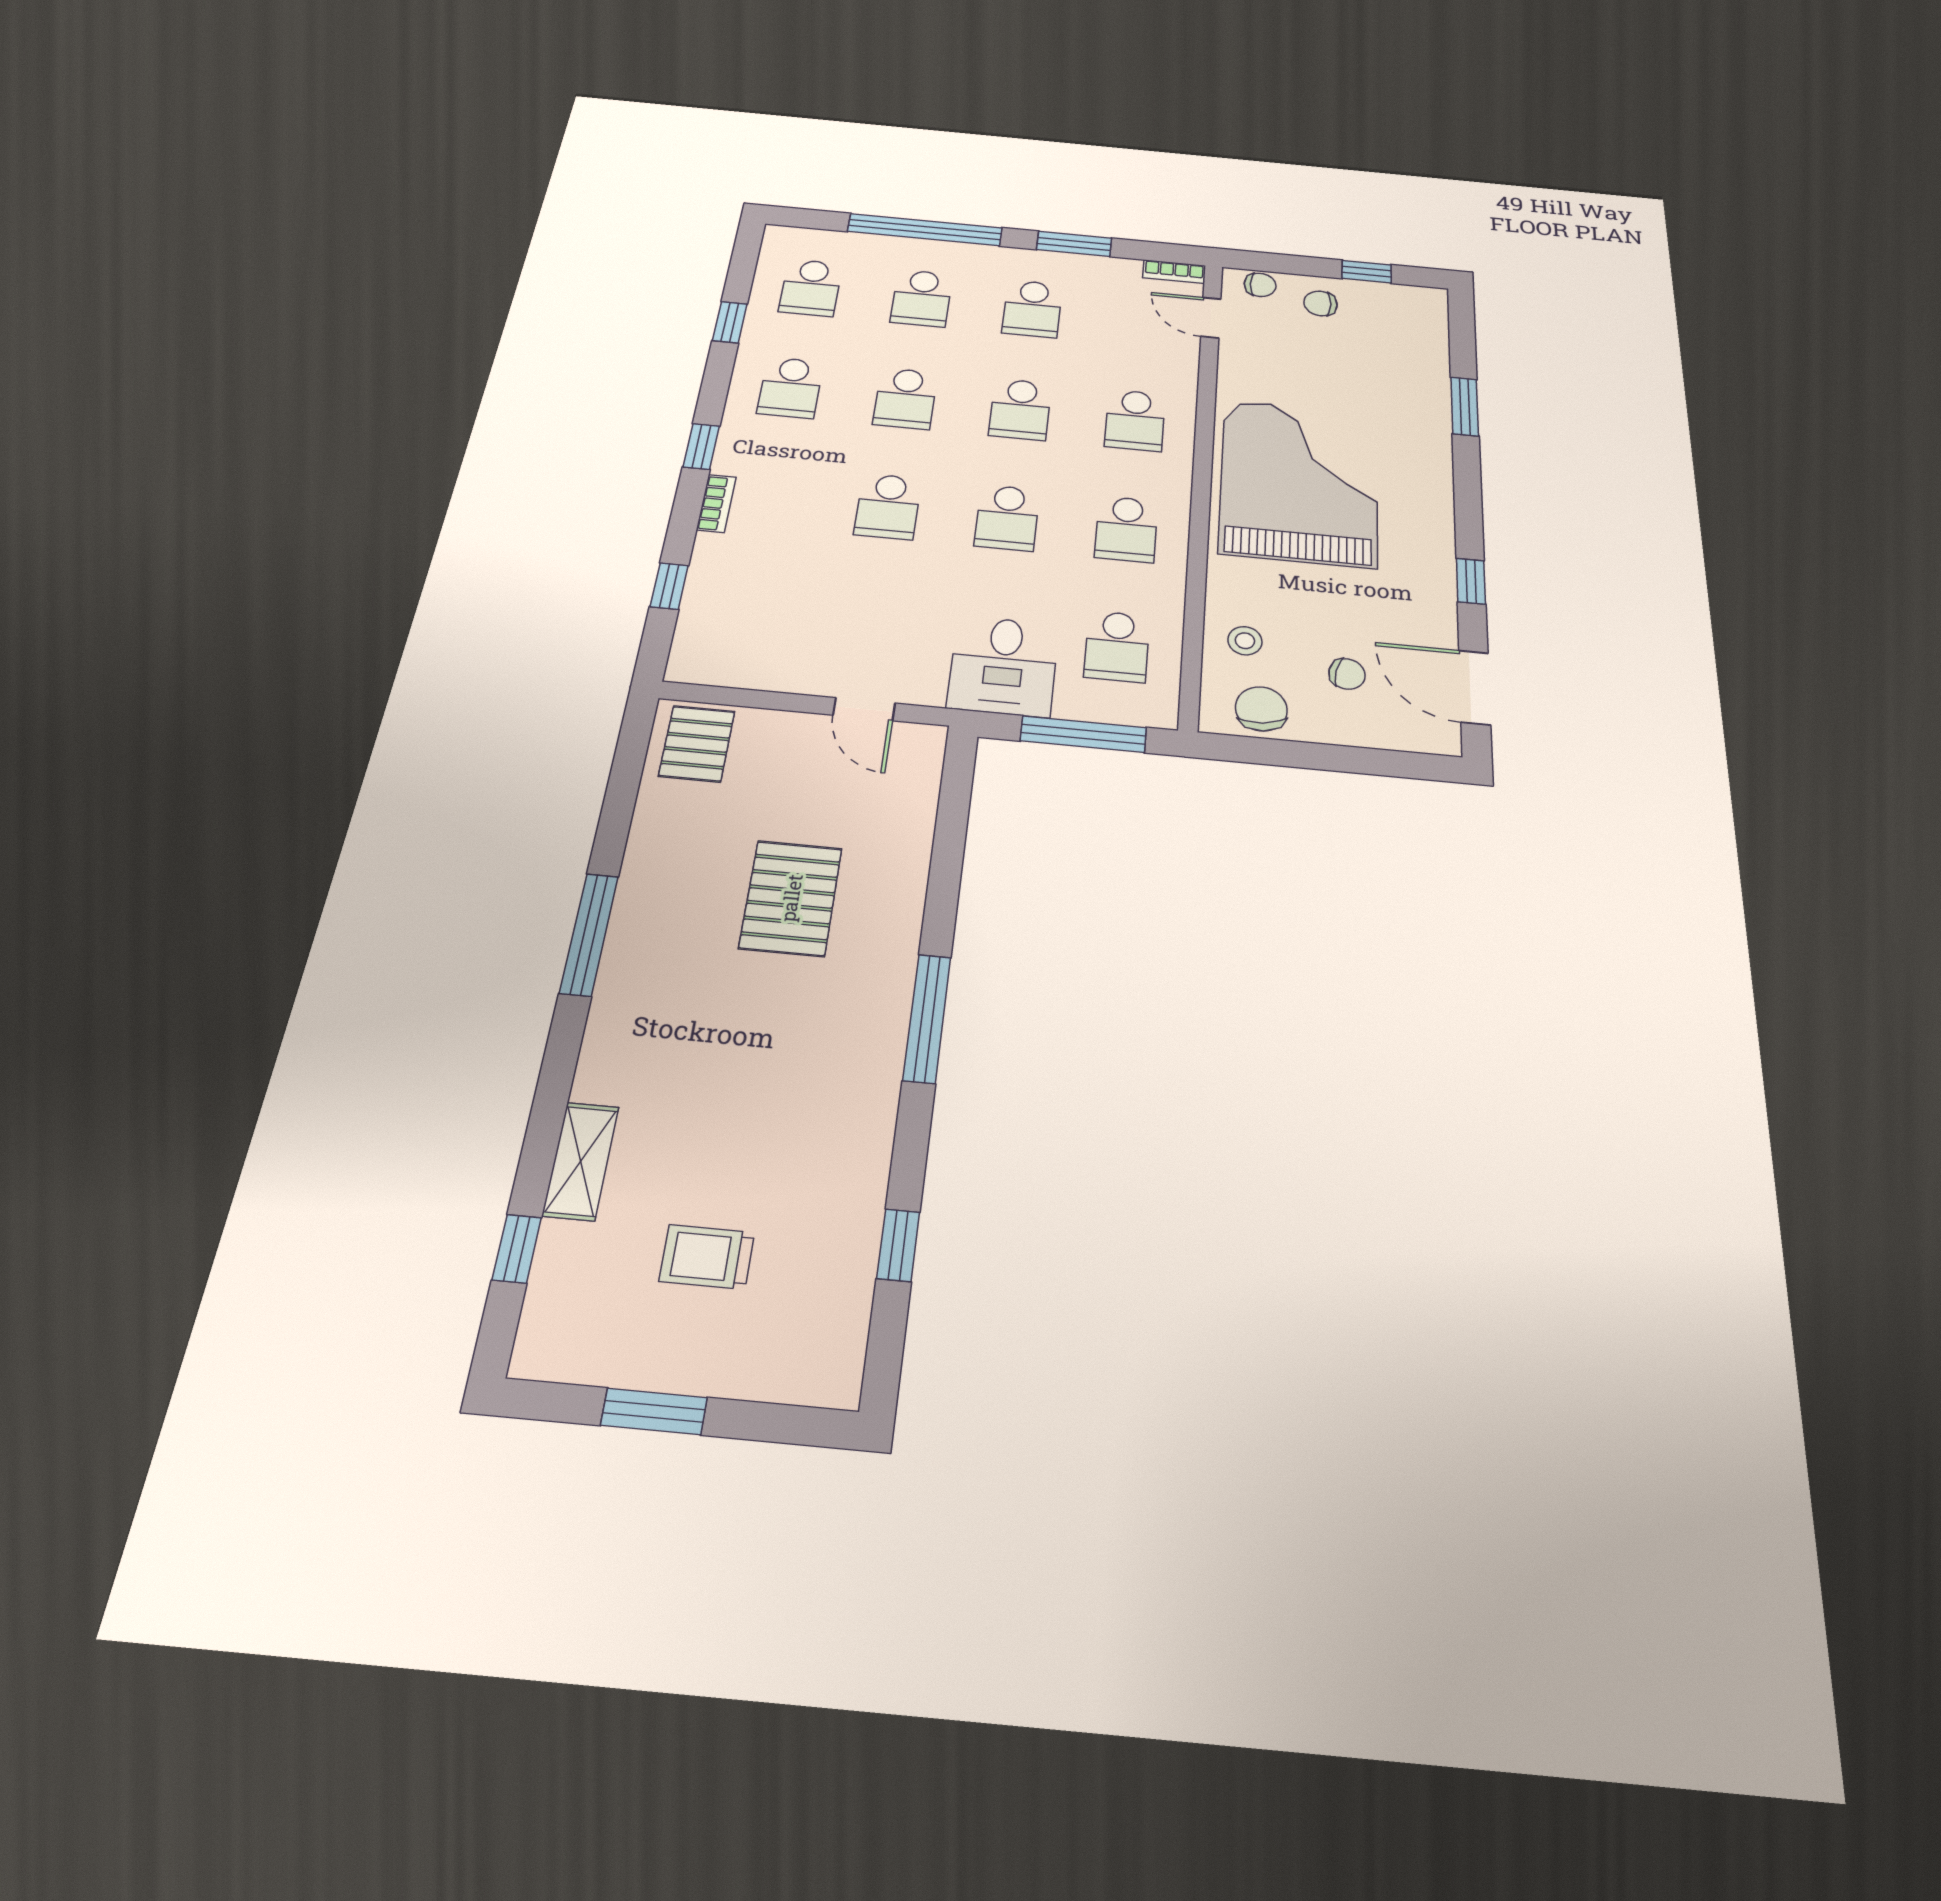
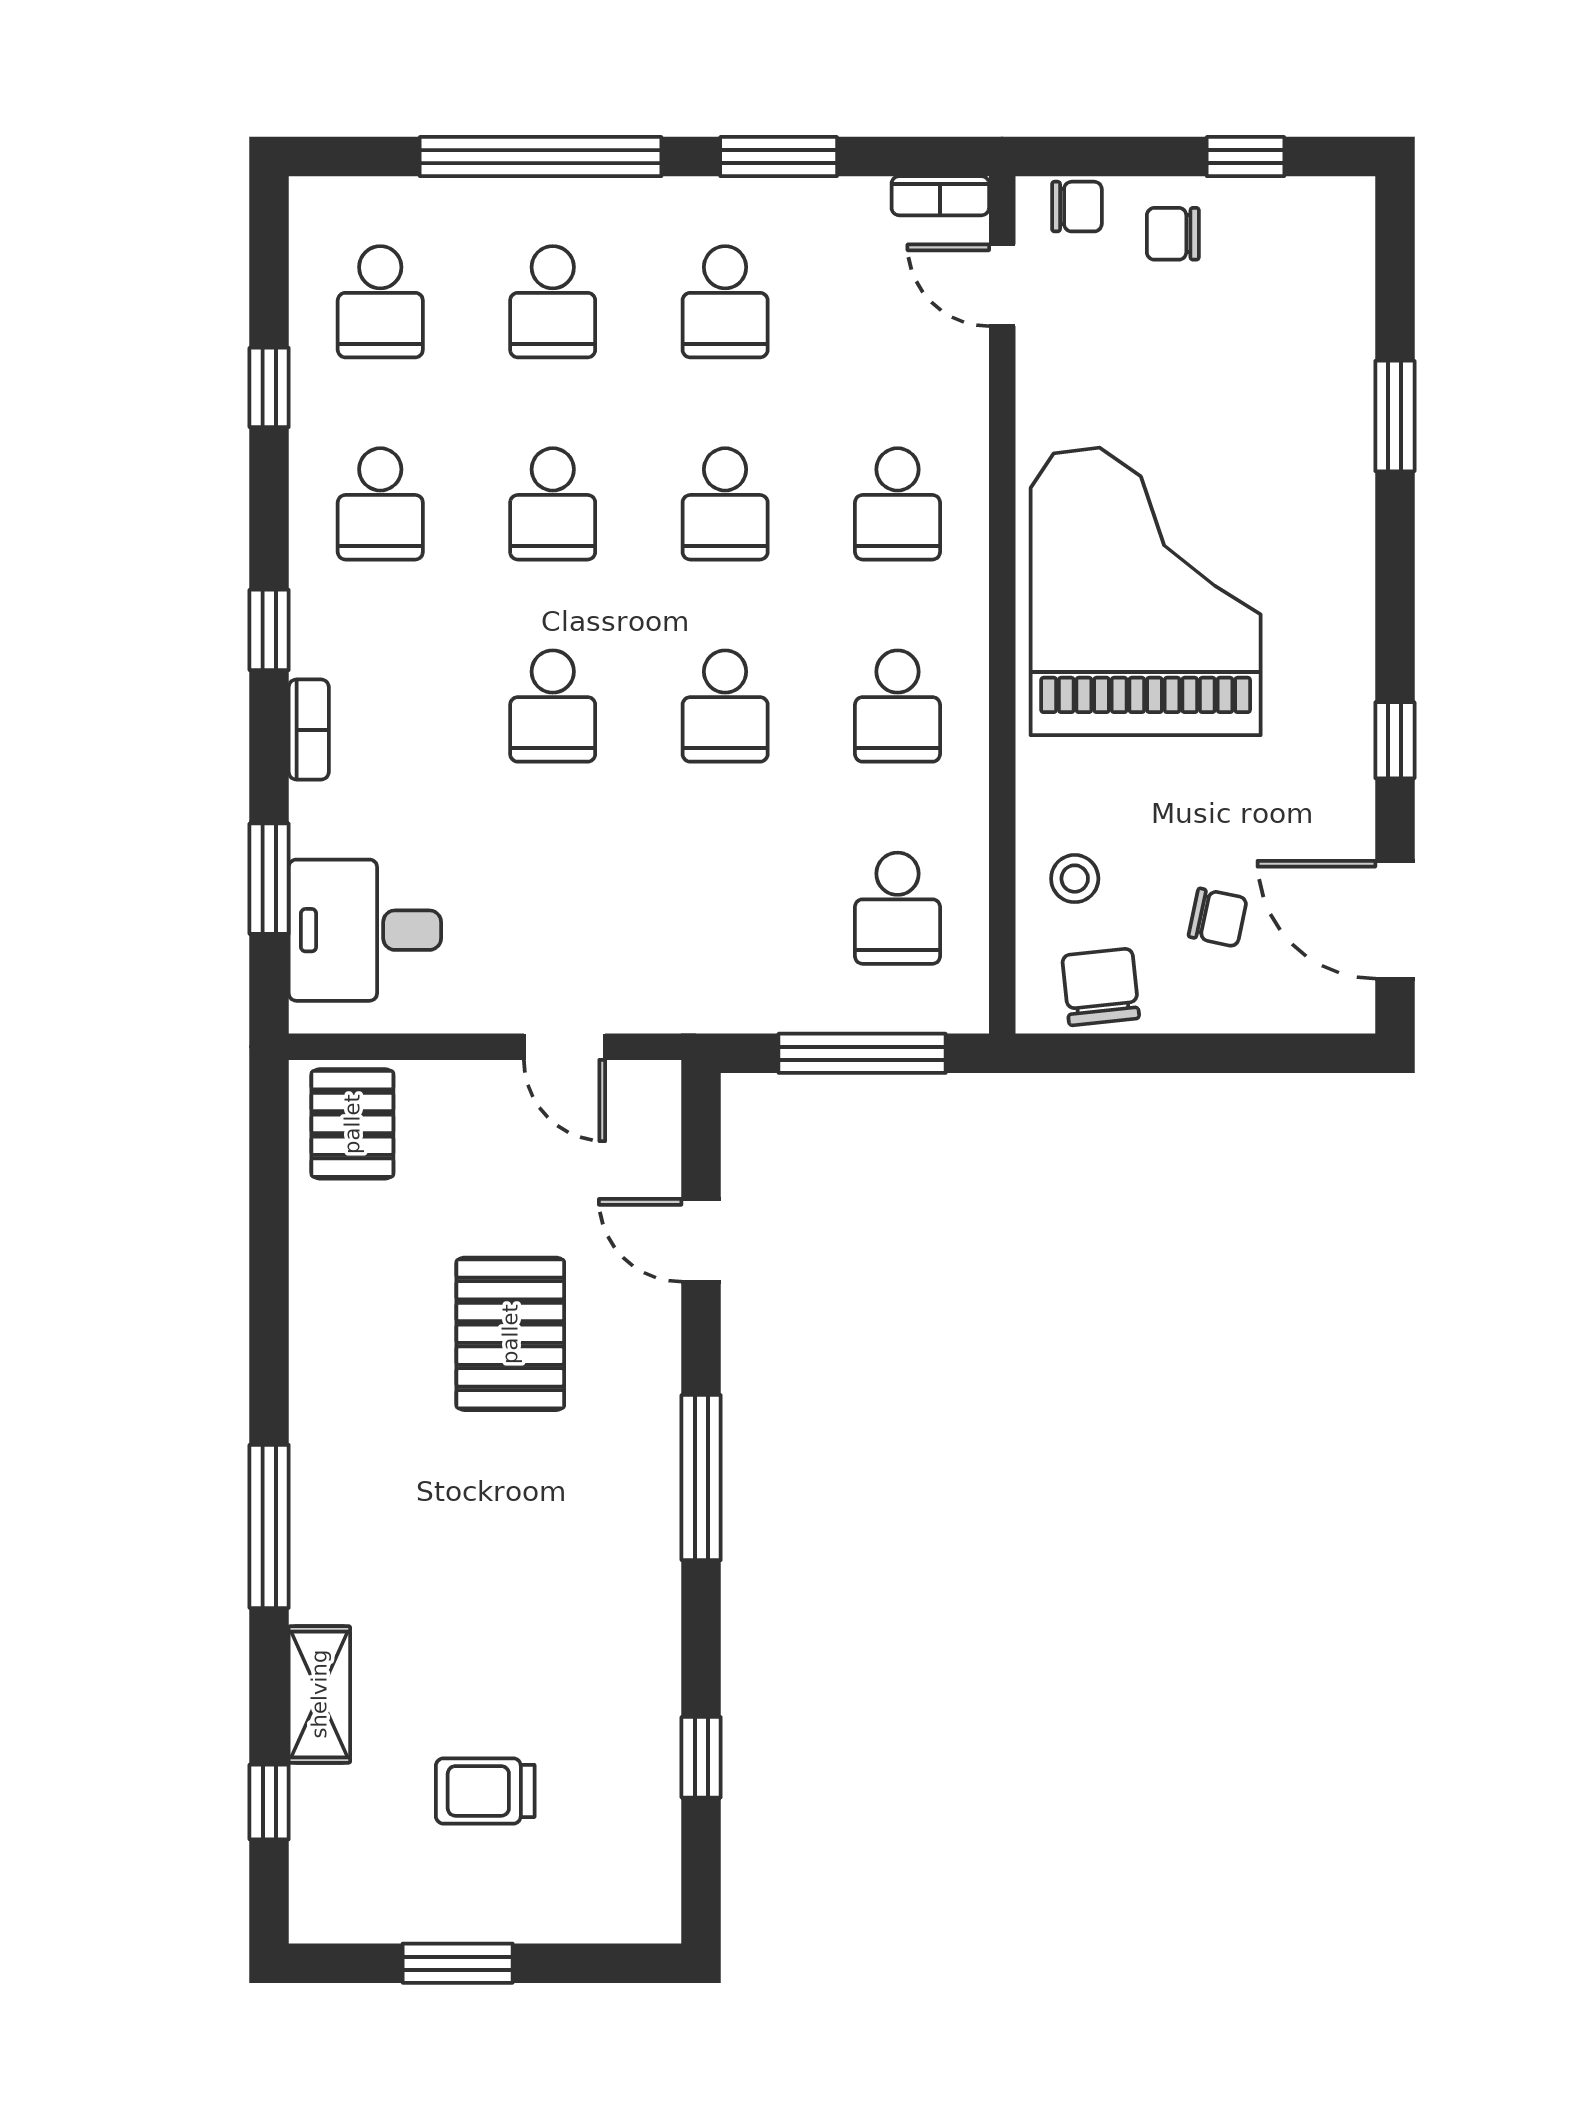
window: (669, 586) -> (269, 879), width x1.50
desk: (1003, 666) -> (365, 930), moved, turned 90
door: (949, 847) -> (701, 1240), added
window: (589, 934) -> (269, 1526), moved

